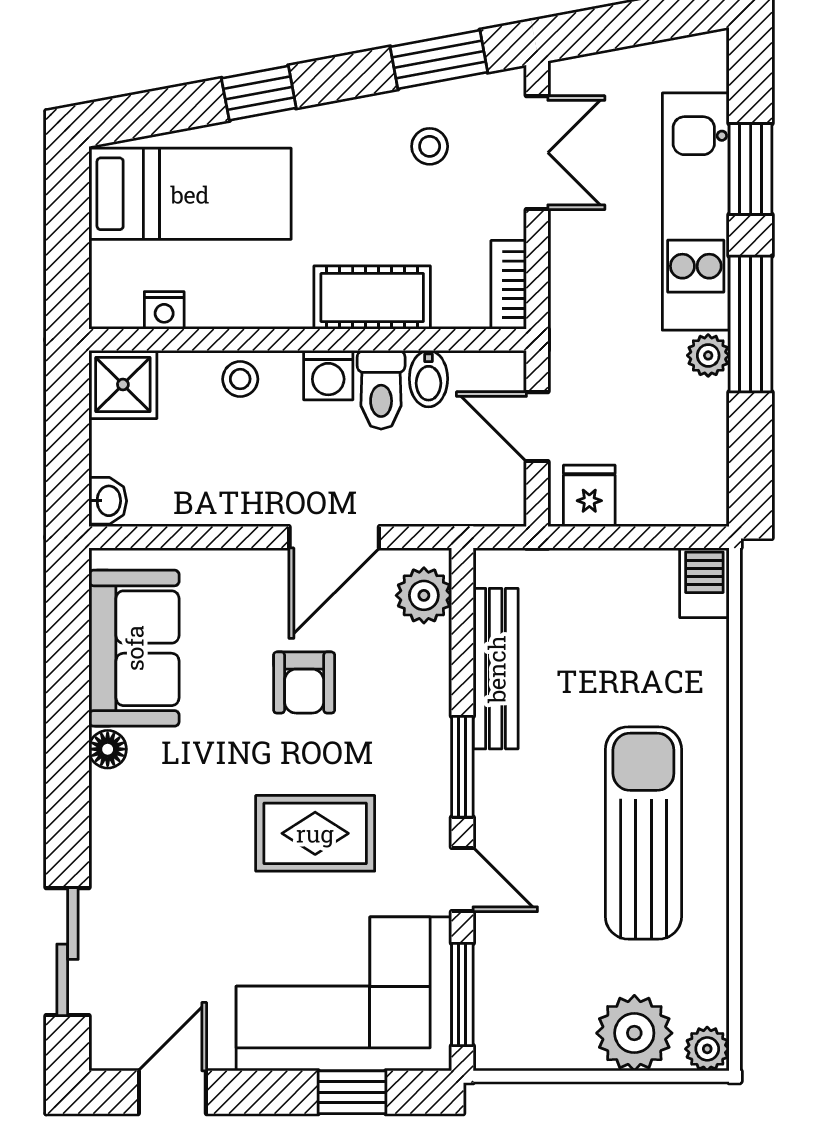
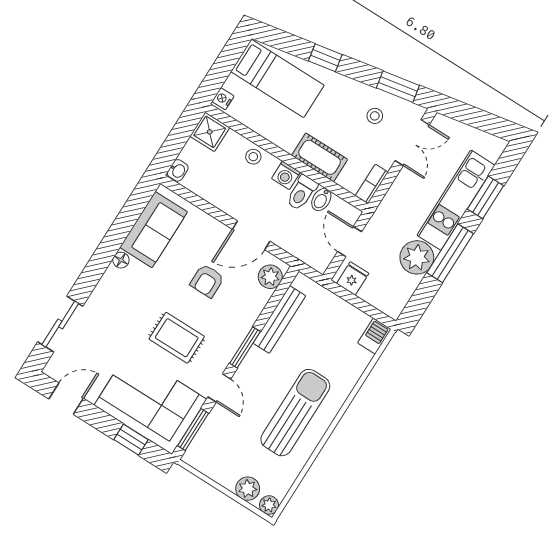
nightstand: (164, 310) -> (223, 99), moved, turned 90
plant: (708, 355) -> (417, 257), width x1.87, depth x1.87
plant: (634, 1033) -> (248, 489), width x0.73, depth x0.73

